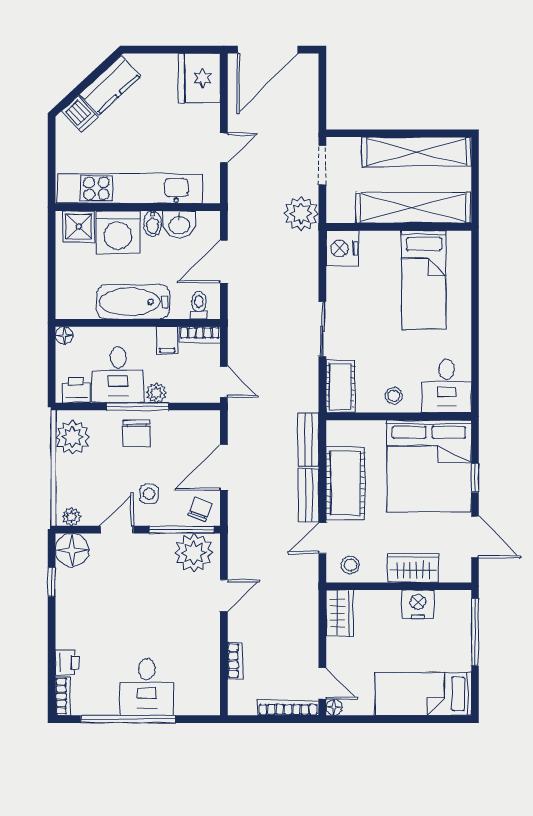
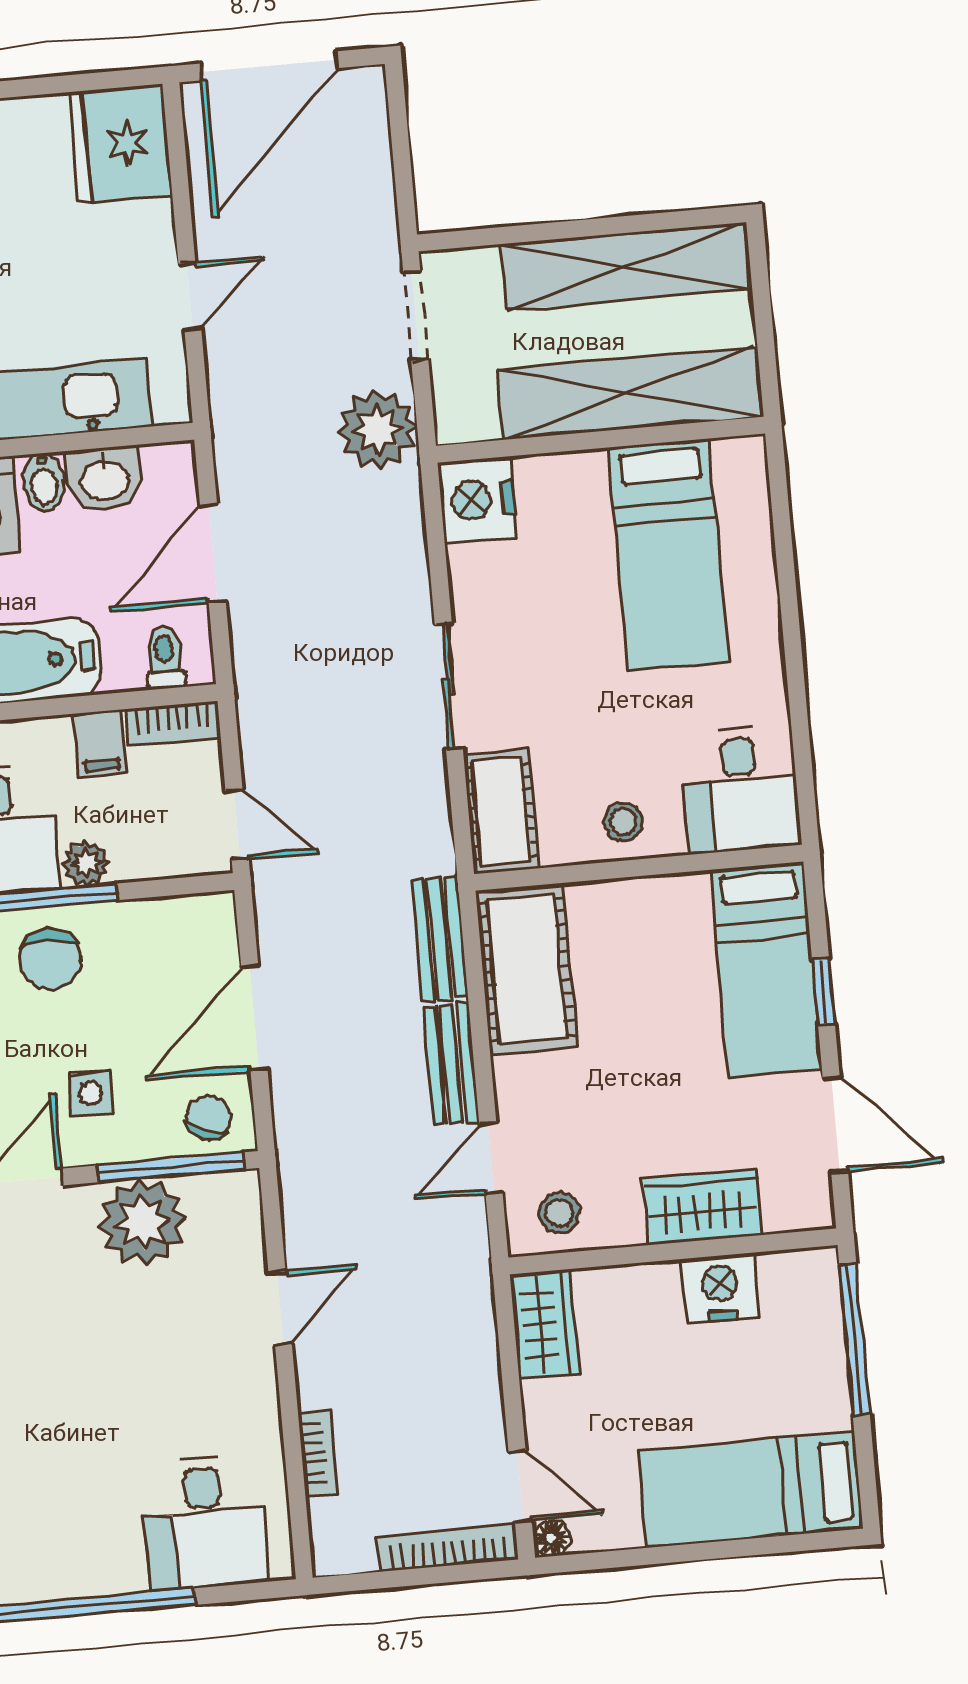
bed: (429, 466) -> (766, 969), width x0.49
cot: (345, 483) -> (526, 969), moved
plant: (194, 553) -> (142, 1222), moved
desk: (147, 687) -> (204, 1523), moved

